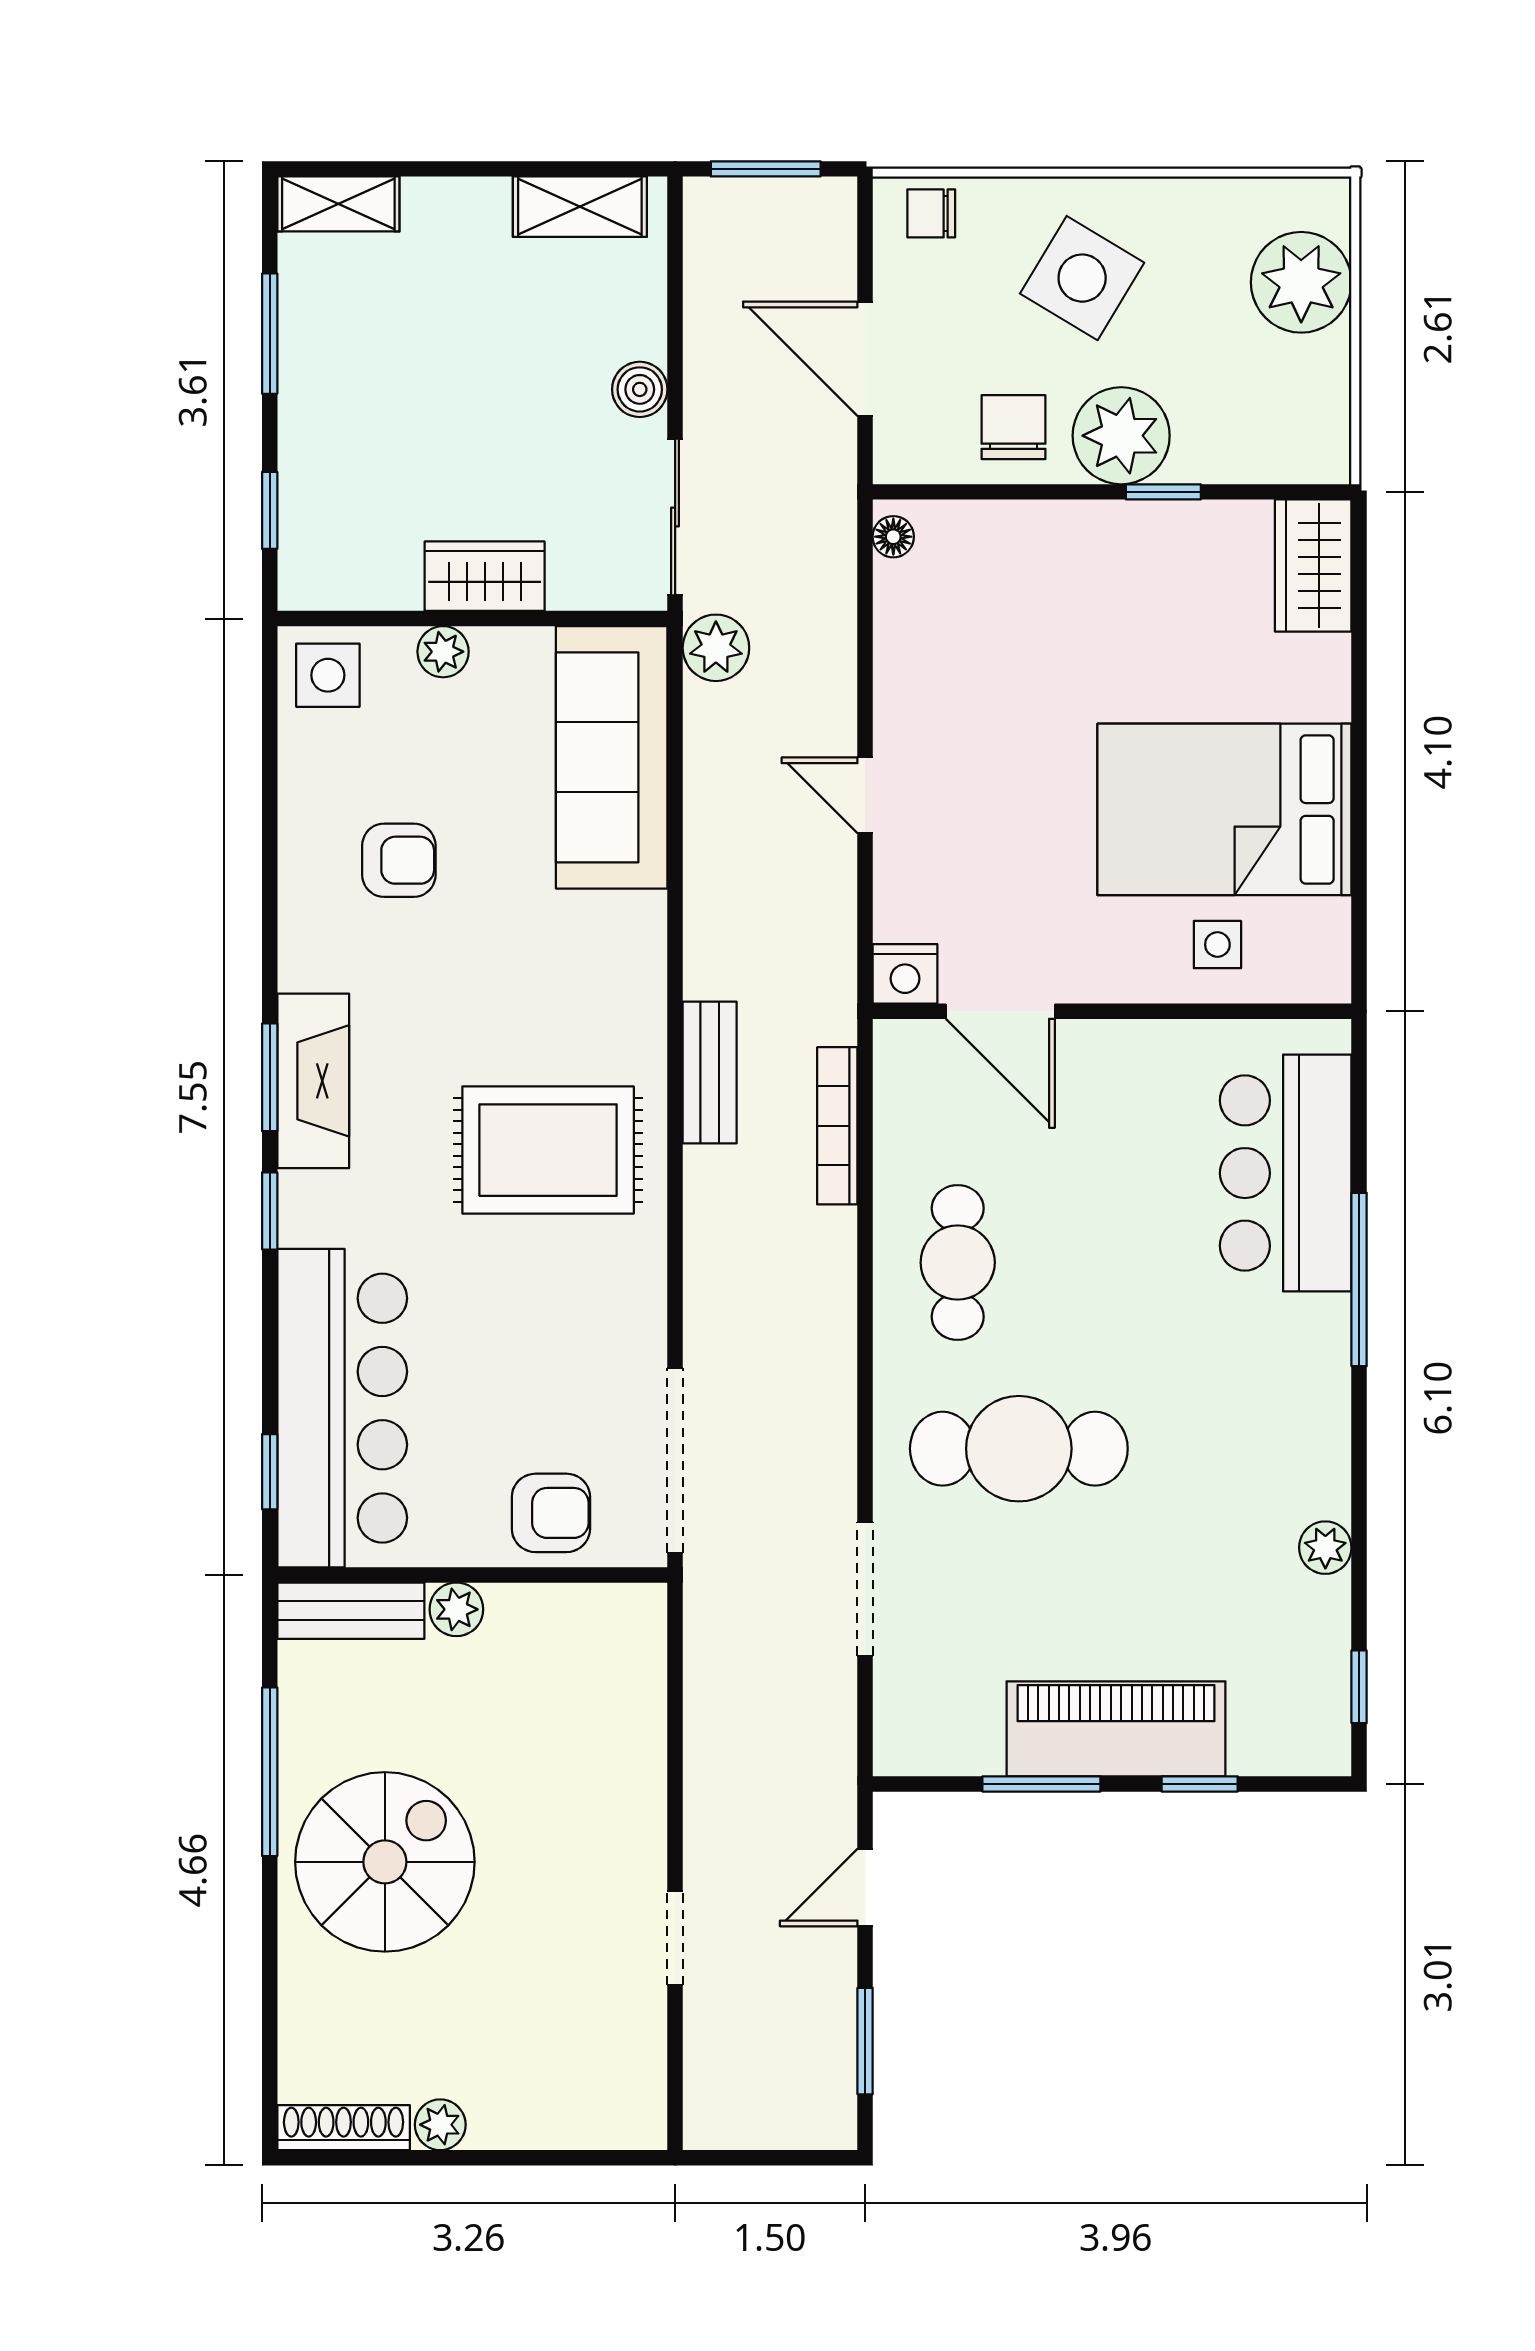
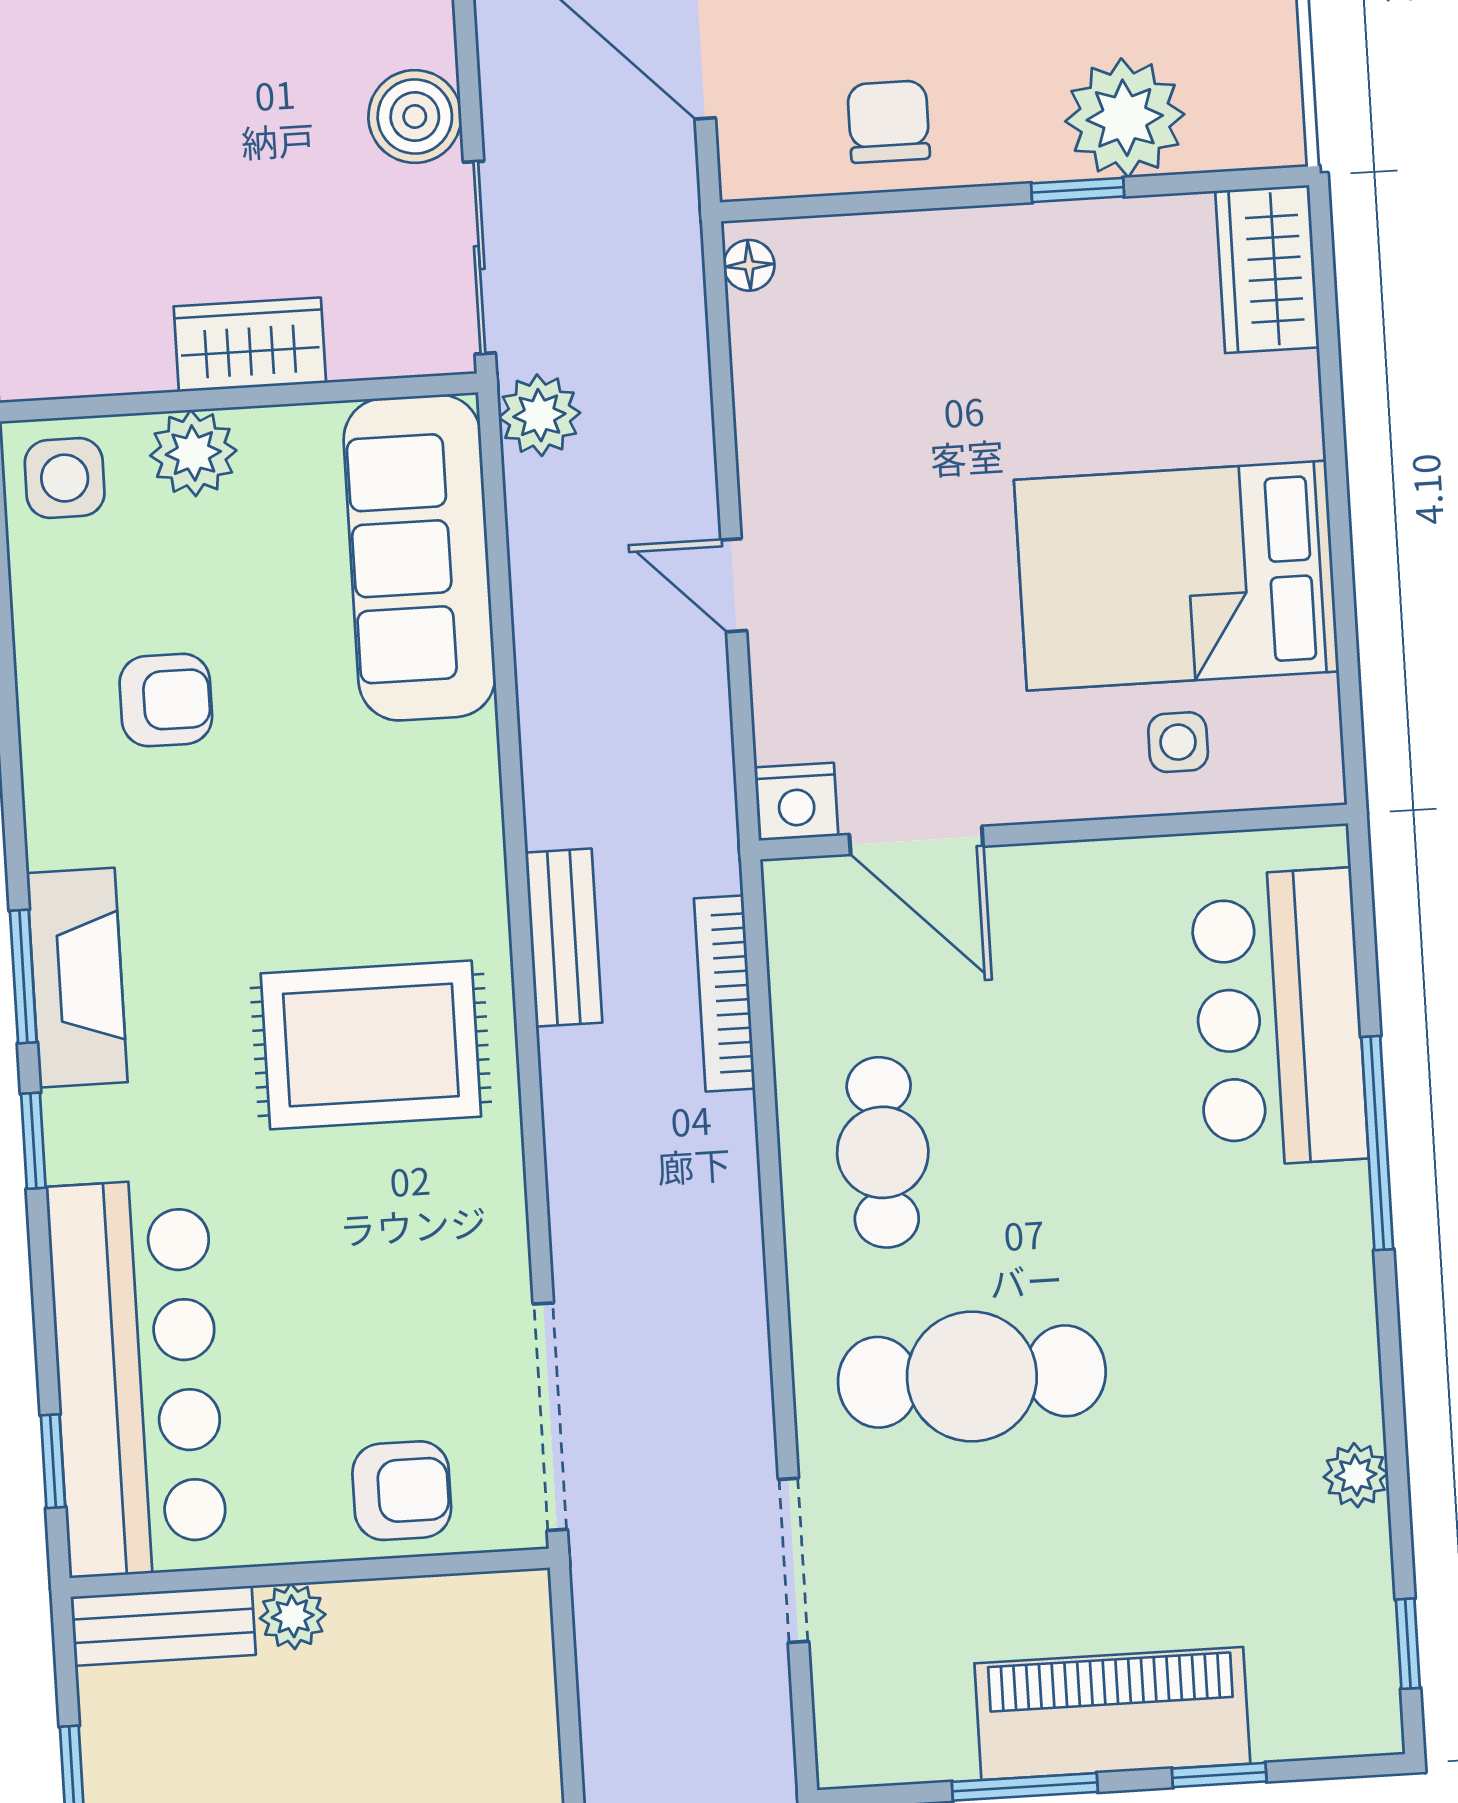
boiler: (640, 389) -> (415, 116), width x1.36, depth x1.36
plant: (1121, 436) -> (1125, 118), moved
plant: (443, 652) -> (193, 453), width x1.38, depth x1.38

